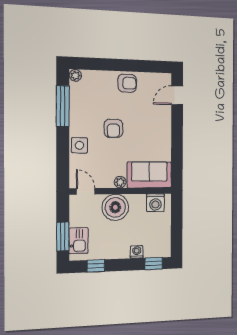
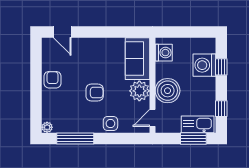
plant: (120, 182) -> (139, 91), width x1.88, depth x1.88
kitchen sink: (79, 241) -> (198, 124), width x1.38
washing machine: (137, 252) -> (204, 65), width x1.89, depth x1.89
window: (154, 264) -> (221, 67), moved

